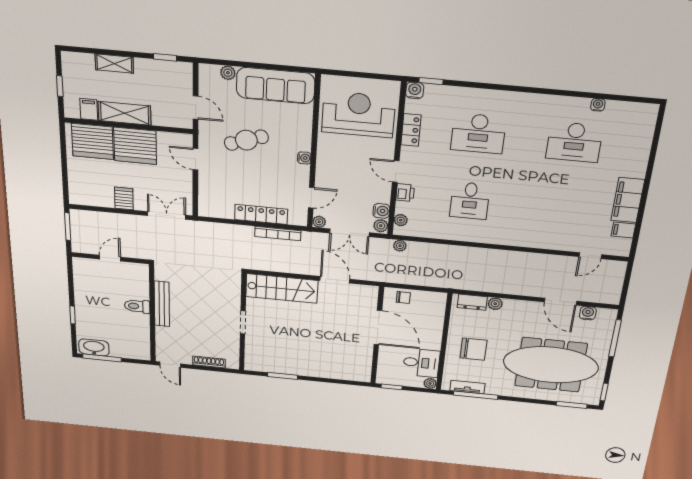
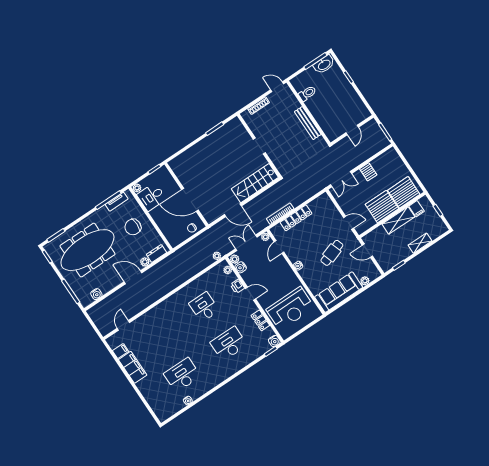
door: (561, 302) -> (133, 277), moved
toilet: (137, 306) -> (307, 93), moved

